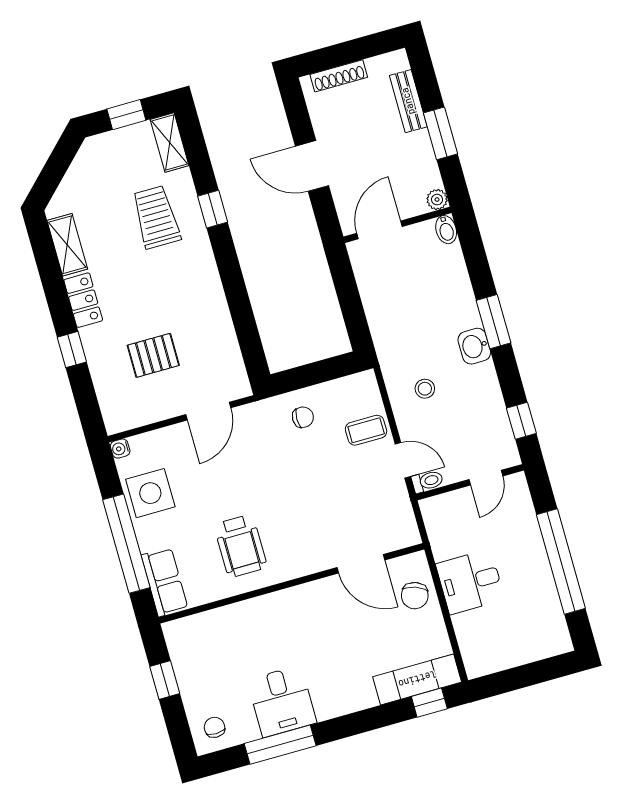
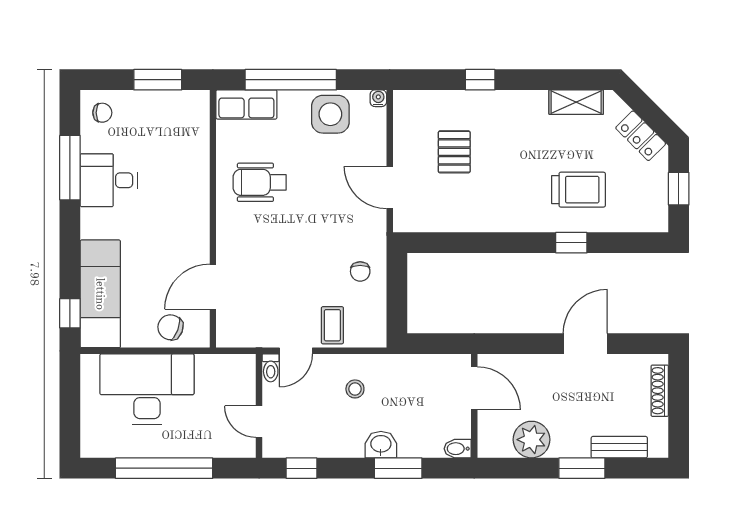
shelving: (170, 142) -> (643, 221), removed
plant: (437, 200) -> (532, 440), width x1.88, depth x1.88
wall: (397, 225) -> (474, 406), moved
door: (379, 230) -> (474, 388), moved
bidet: (446, 230) -> (458, 449), moved
locker: (83, 300) -> (641, 136), moved, turned 45
desk: (470, 582) -> (147, 389), width x1.87, depth x1.30
exam couch: (417, 679) -> (100, 294), width x1.36, depth x1.45
window: (165, 680) -> (158, 80), width x1.50

